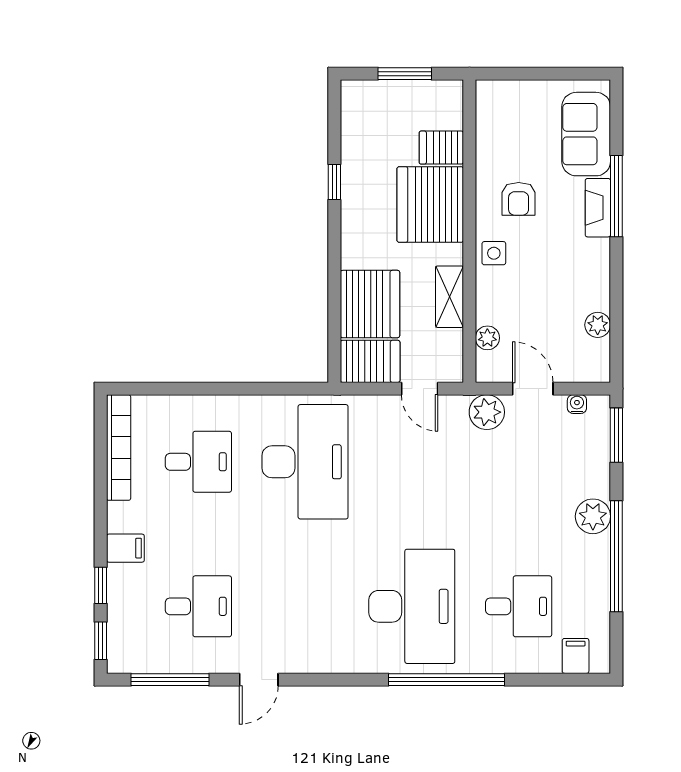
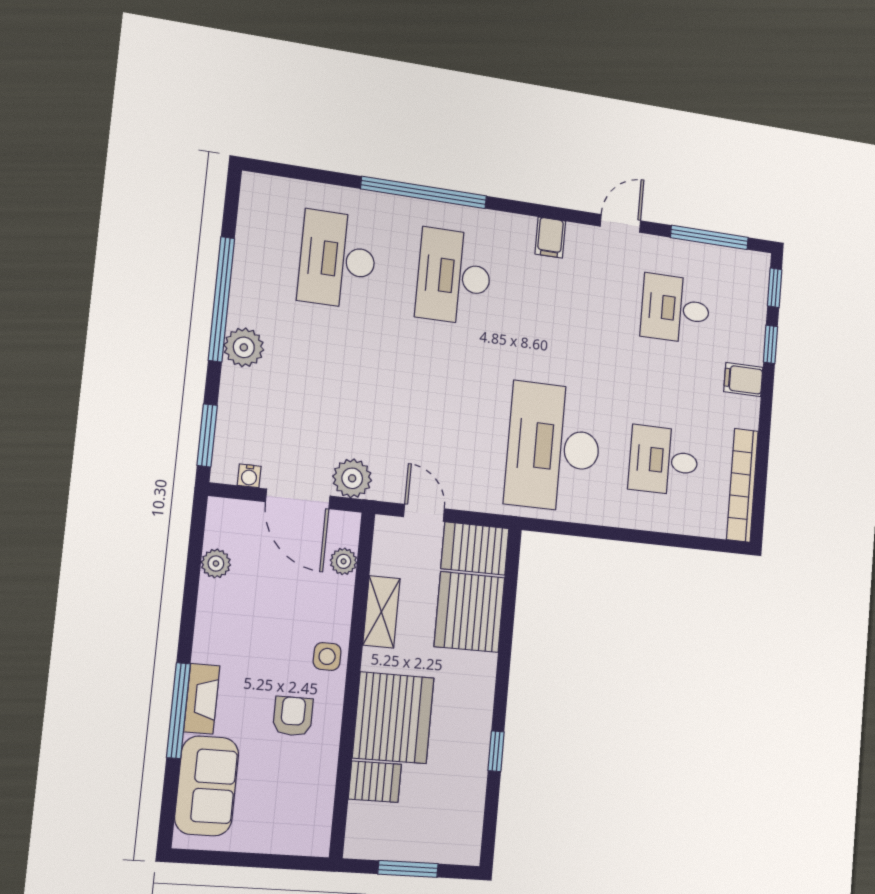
door: (533, 389) -> (298, 499), width x1.38
desk: (412, 606) -> (454, 277), width x0.73, depth x0.77
desk: (519, 606) -> (338, 260), width x1.37
filing cabinet: (576, 656) -> (550, 238), moved

